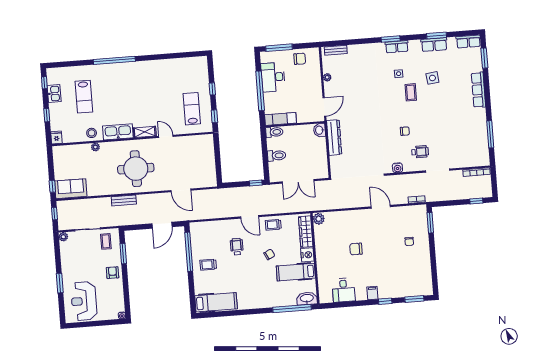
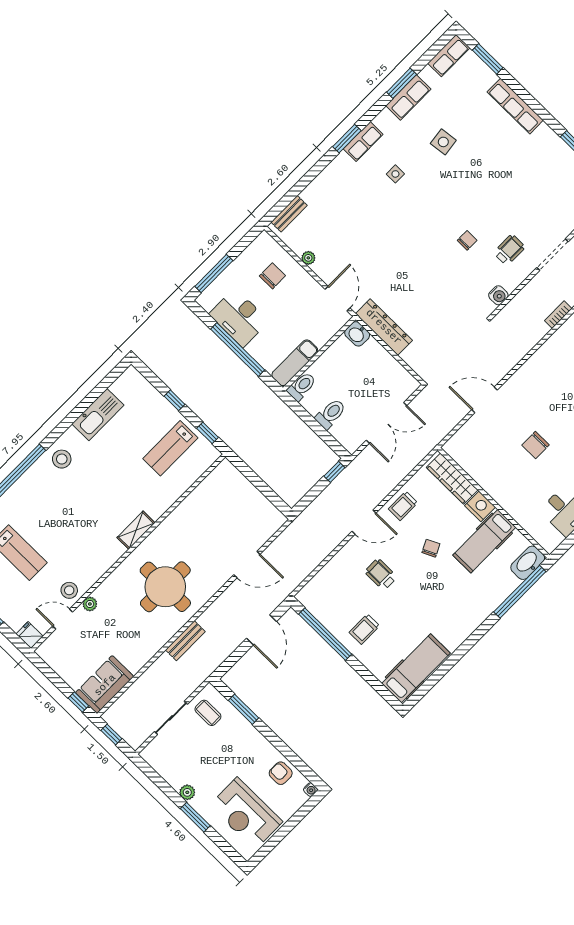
chair: (300, 59) -> (272, 276), moved
stool: (139, 71) -> (62, 459), added
coffee table: (411, 92) -> (432, 184), removed
lab bench: (192, 109) -> (170, 448), turned -90
kitchen sink: (118, 132) -> (98, 415), moved, turned 180
door: (166, 136) -> (63, 619), moved
door: (381, 207) -> (485, 400), moved
plant: (319, 219) -> (454, 448), removed
plant: (63, 237) -> (187, 792), moved
armchair: (113, 273) -> (281, 773), moved

